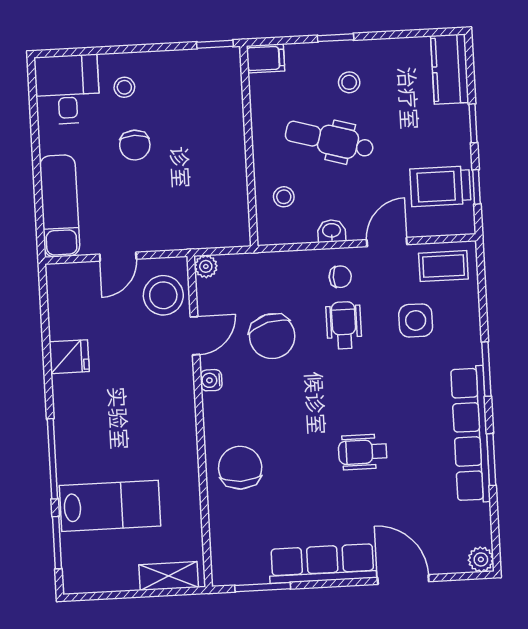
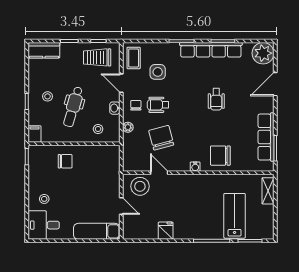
chair: (135, 145) -> (65, 161), moved
trolley: (440, 186) -> (97, 57), turned 90
plant: (206, 266) -> (128, 127), moved
chair: (272, 336) -> (161, 138), turned -90
water cooler: (211, 380) -> (195, 167), moved
plant: (481, 559) -> (263, 53), width x1.88, depth x1.88
row of seats: (322, 563) -> (266, 137), moved

